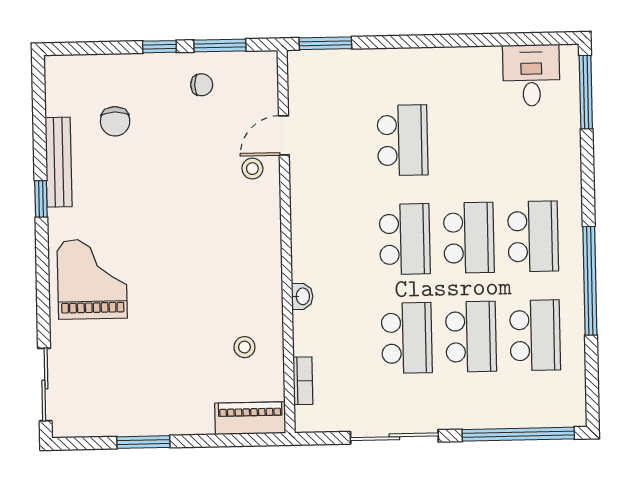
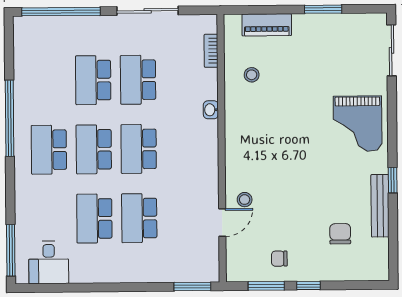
school desk: (535, 335) -> (94, 219), moved
piano: (250, 418) -> (267, 25), moved

